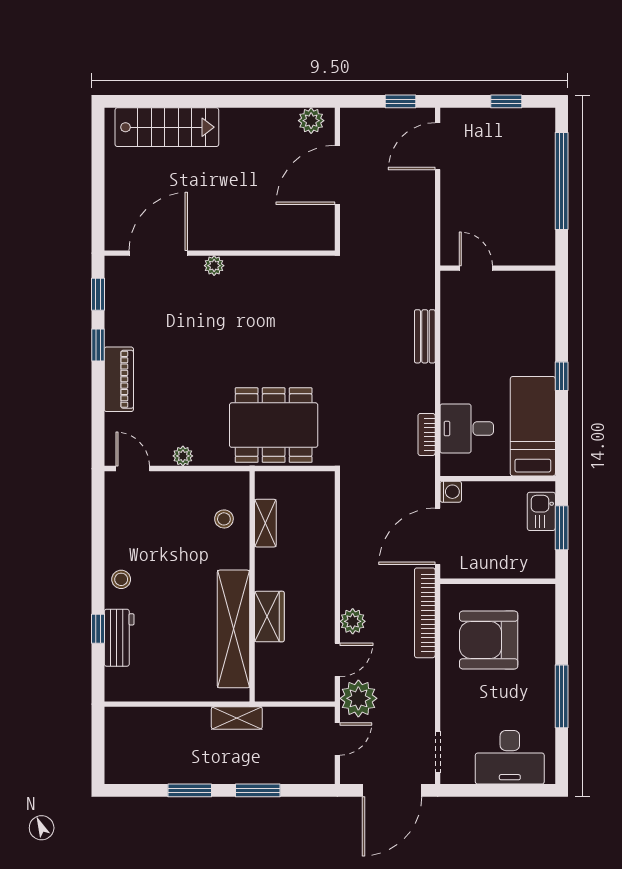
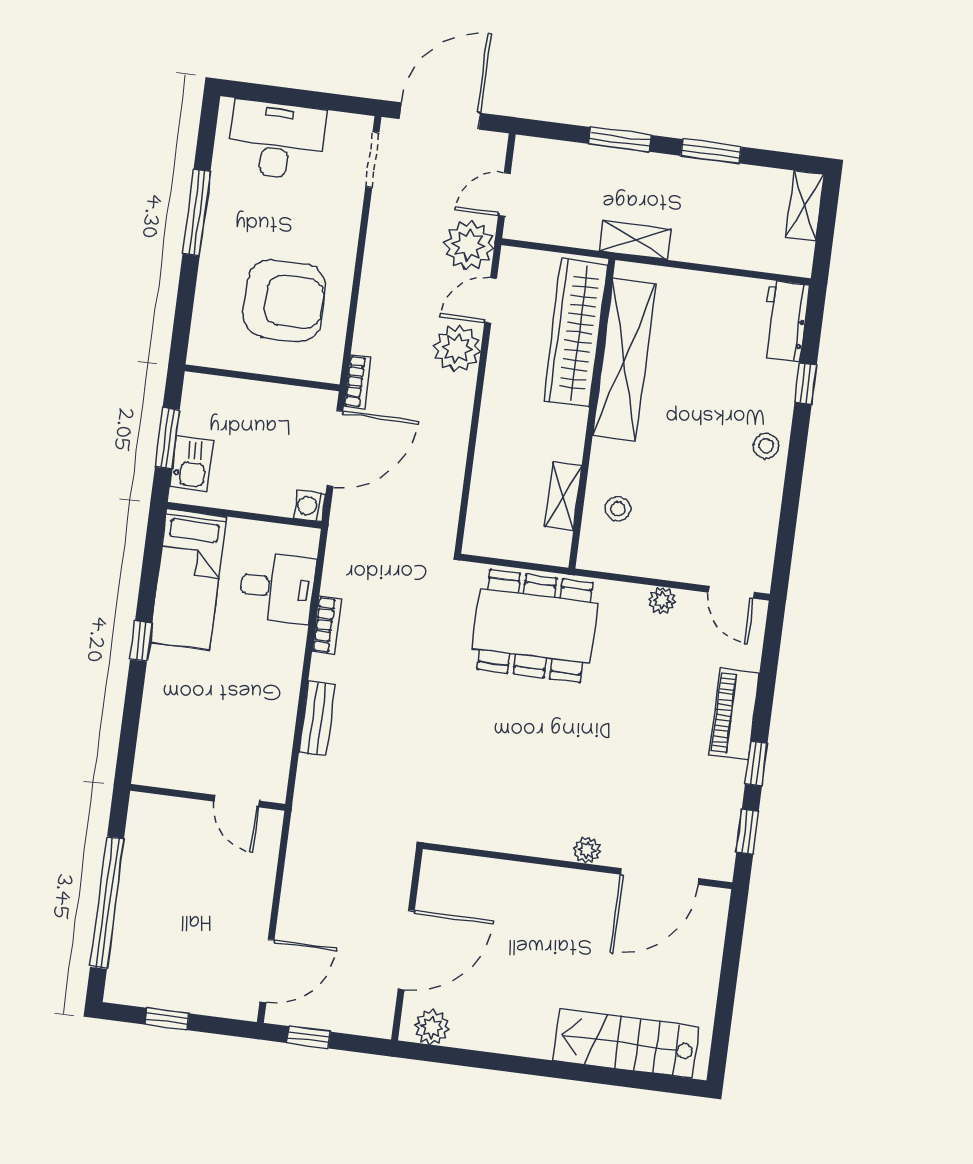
bookcase: (427, 434) -> (327, 625), moved
bookcase: (425, 613) -> (358, 382), width x0.43, depth x0.76
wardrobe: (269, 617) -> (576, 333), width x2.10, depth x1.17
plant: (353, 621) -> (457, 349), width x1.36, depth x1.36
workbench: (119, 638) -> (785, 321), moved
shelving: (115, 759) -> (805, 206), added

